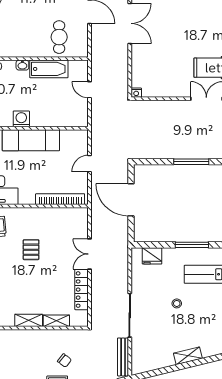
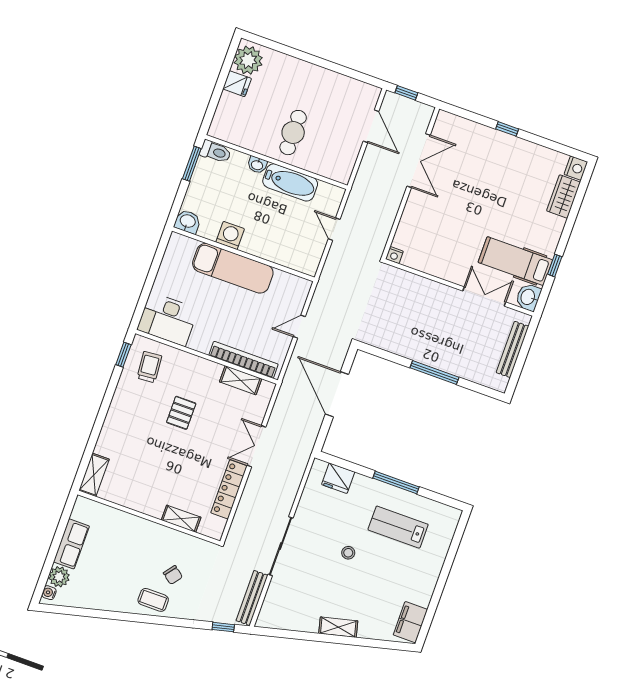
cafe table: (59, 37) -> (293, 133), moved
shelving: (29, 320) -> (241, 380), moved

